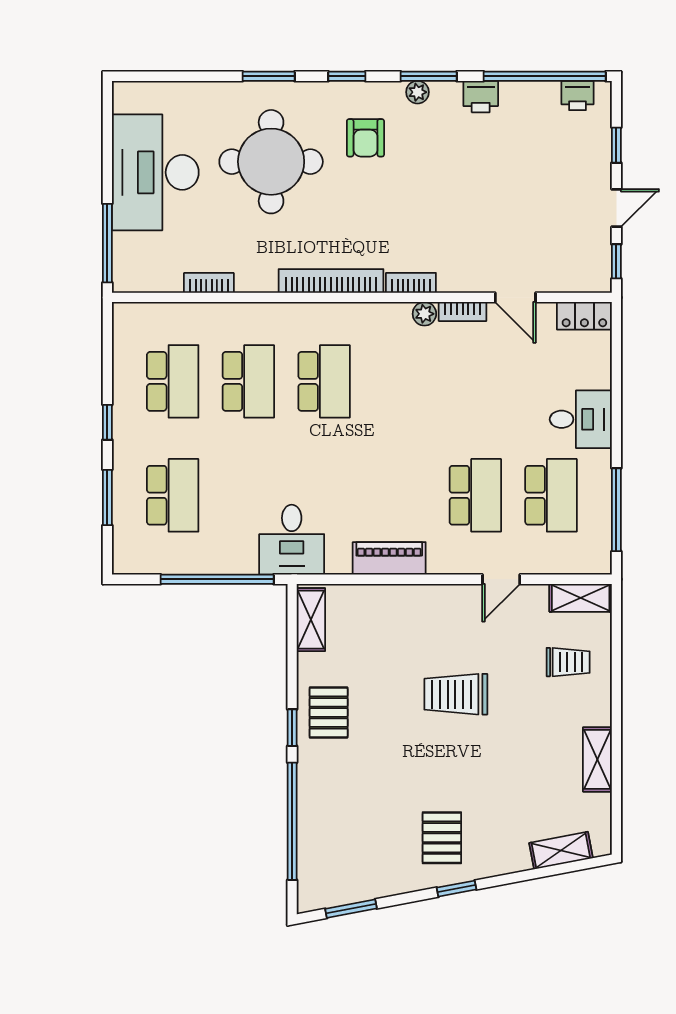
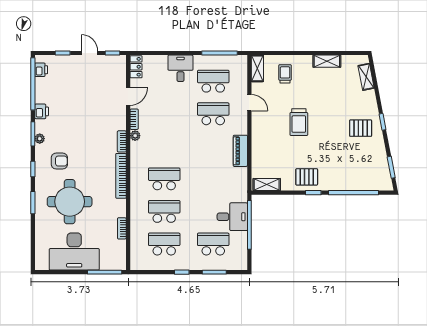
desk: (292, 540) -> (232, 217), moved

